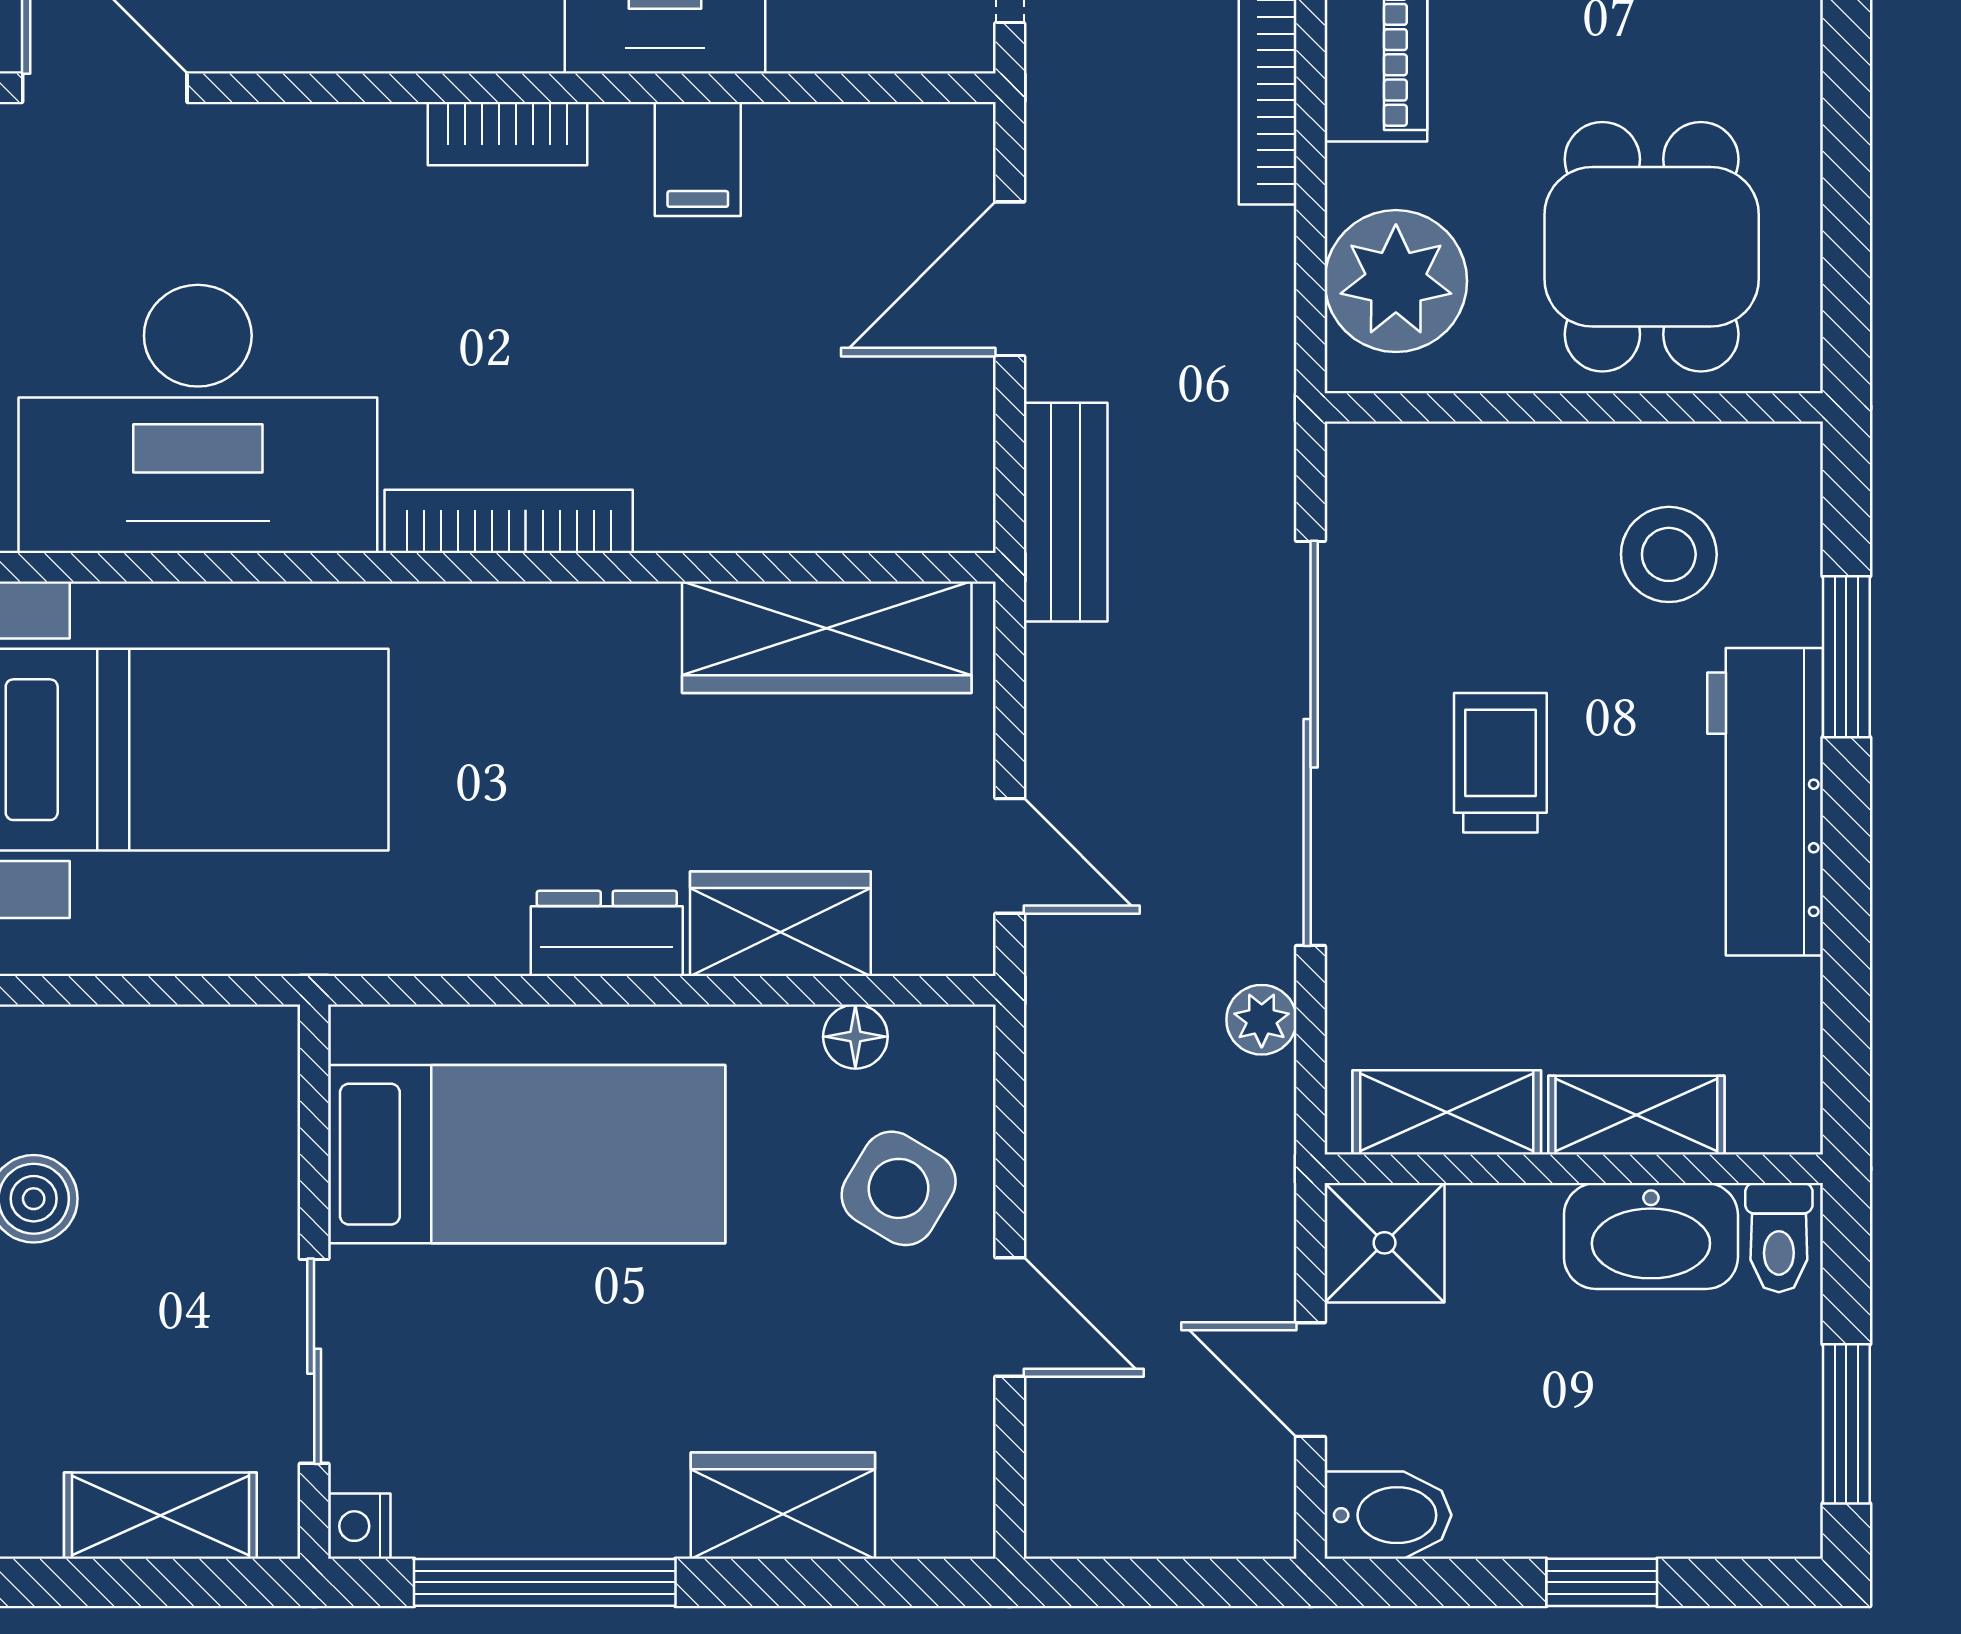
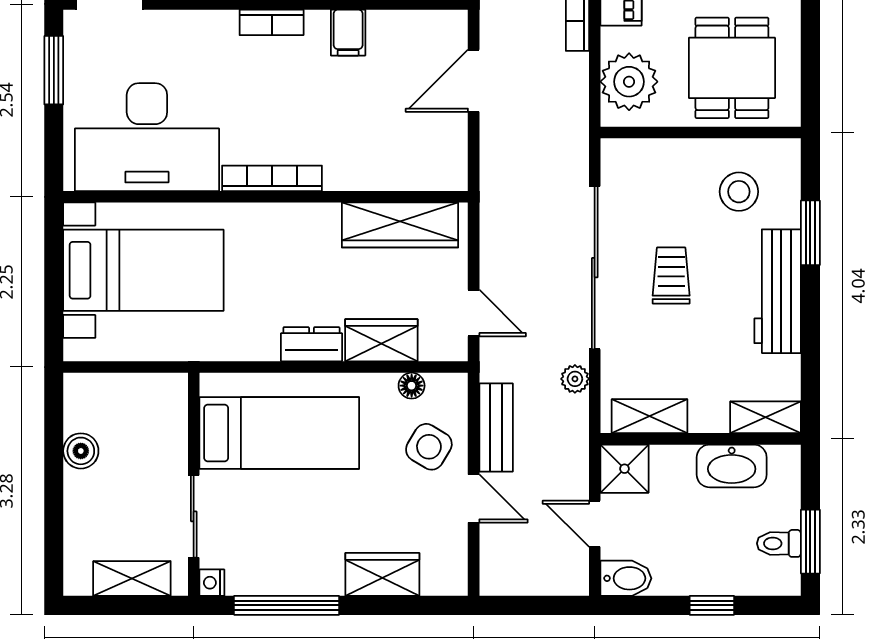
bench: (1066, 512) -> (496, 428), moved
shelving: (1636, 1115) -> (765, 417), moved
toilet: (1779, 1238) -> (779, 543), moved, turned 90

